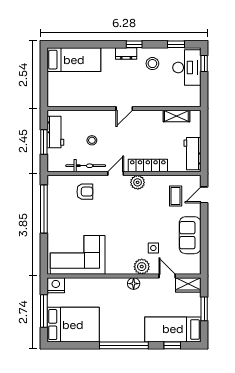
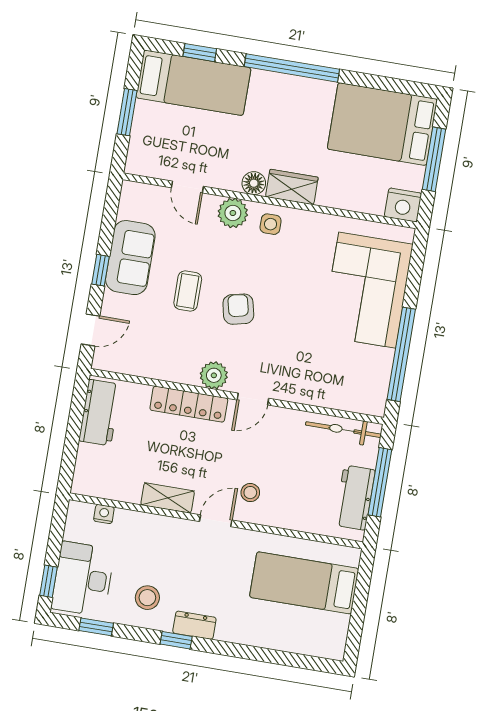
bed: (74, 60) -> (304, 583), moved
nightstand: (182, 102) -> (104, 514), added
shelving: (176, 116) -> (168, 498), moved
stool: (92, 140) -> (250, 493), moved
window: (44, 142) -> (380, 482), width x1.44
bicycle: (86, 166) -> (343, 430), moved
armchair: (85, 192) -> (238, 309), moved, turned 77
coffee table: (176, 196) -> (188, 291), moved
window: (204, 226) -> (100, 270), added
side table: (153, 248) -> (271, 224), moved
corner sofa: (78, 255) -> (367, 290), moved, turned 90
wardrobe: (188, 285) -> (292, 187), moved

